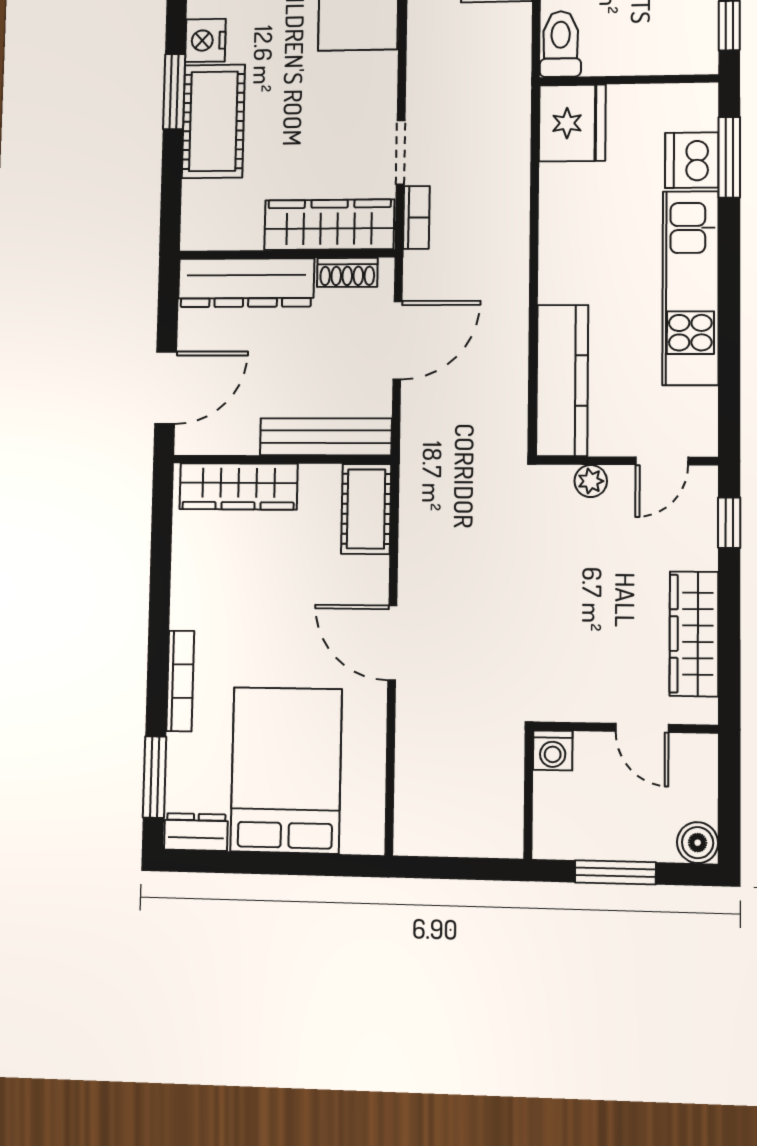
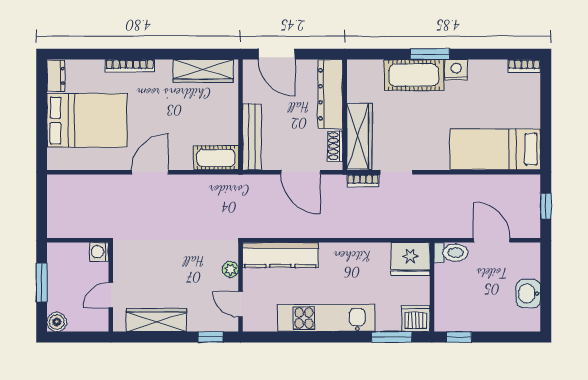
dishwasher: (692, 160) -> (416, 319), moved
wardrobe: (238, 486) -> (203, 71), moved, turned -90
window: (155, 777) -> (82, 54), removed

